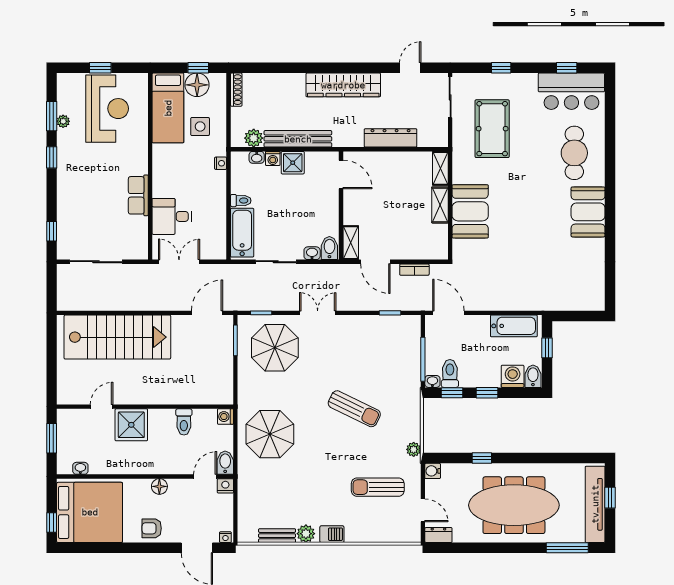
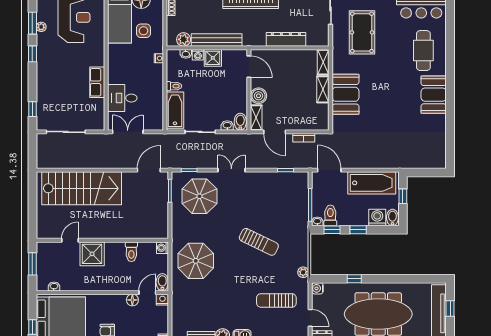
boiler: (354, 213) -> (258, 96), added
bathtub: (514, 326) -> (372, 183), width x1.36, depth x1.36
floor lamp: (159, 486) -> (132, 300), moved

